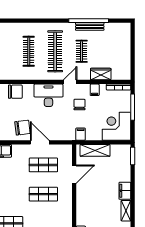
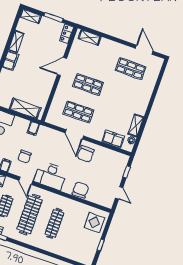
door: (70, 82) -> (26, 181), hinge flipped
chair: (15, 92) -> (80, 190), turned 90
chair: (22, 128) -> (86, 154), turned -83
door: (74, 174) -> (62, 66), moved

